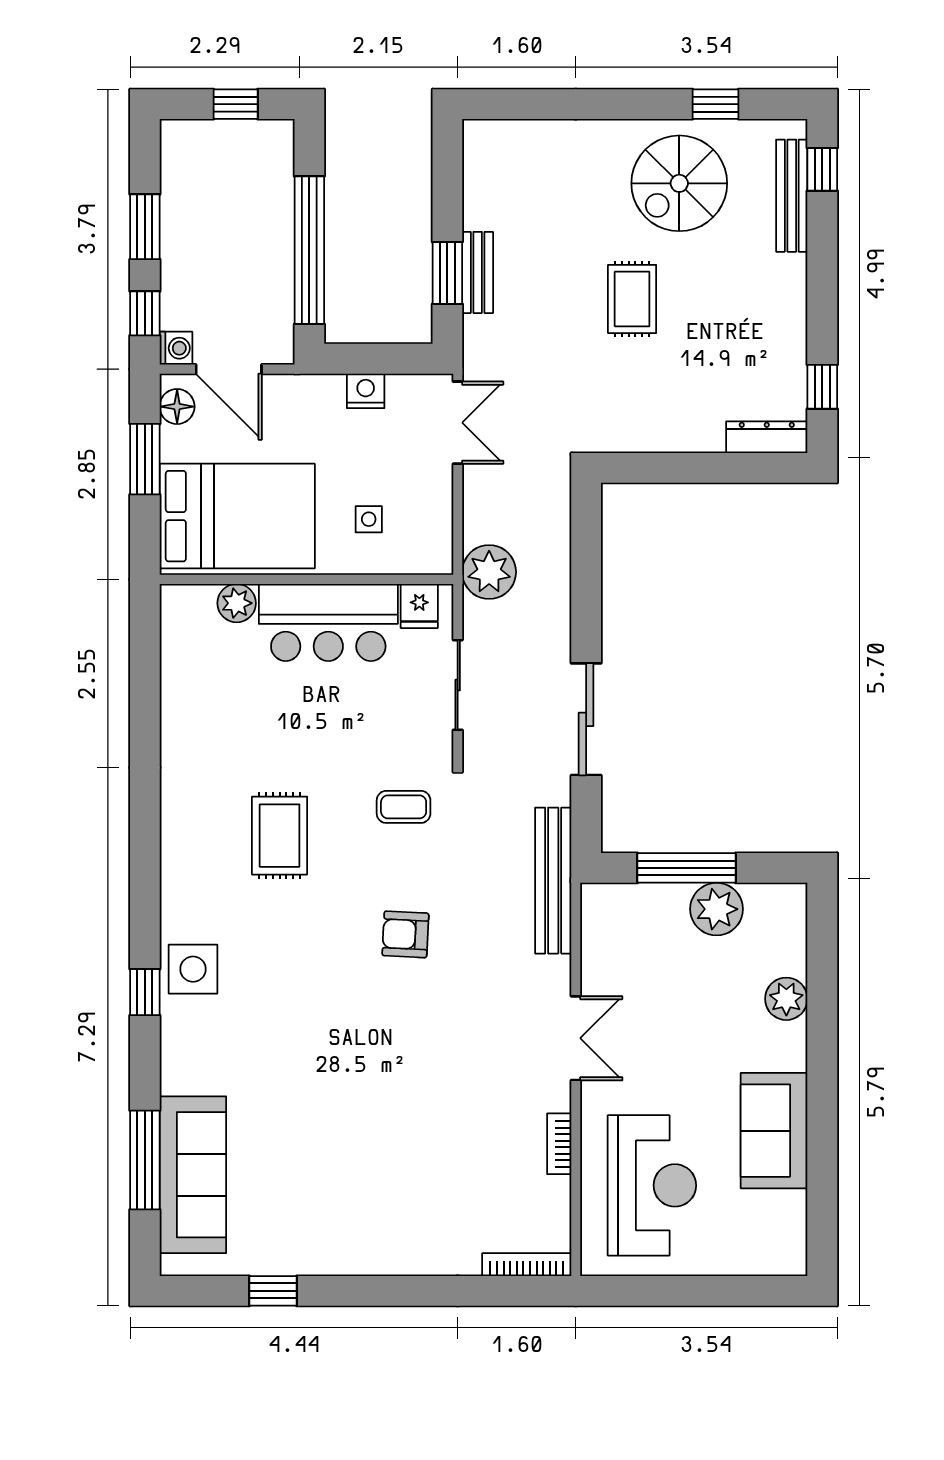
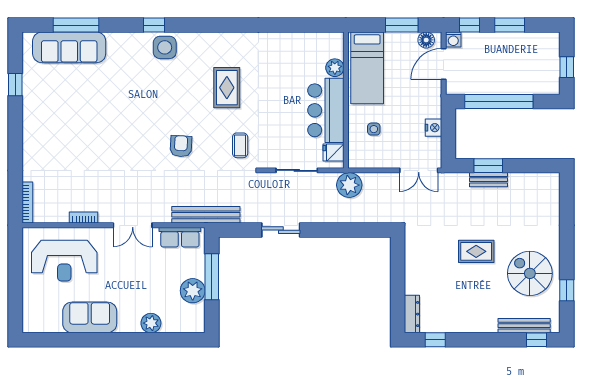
bed: (237, 516) -> (367, 68), width x0.67
sliding door: (586, 719) -> (281, 230), width x0.73
rug: (280, 836) -> (227, 88), turned 90
row of seats: (601, 937) -> (180, 237), added

